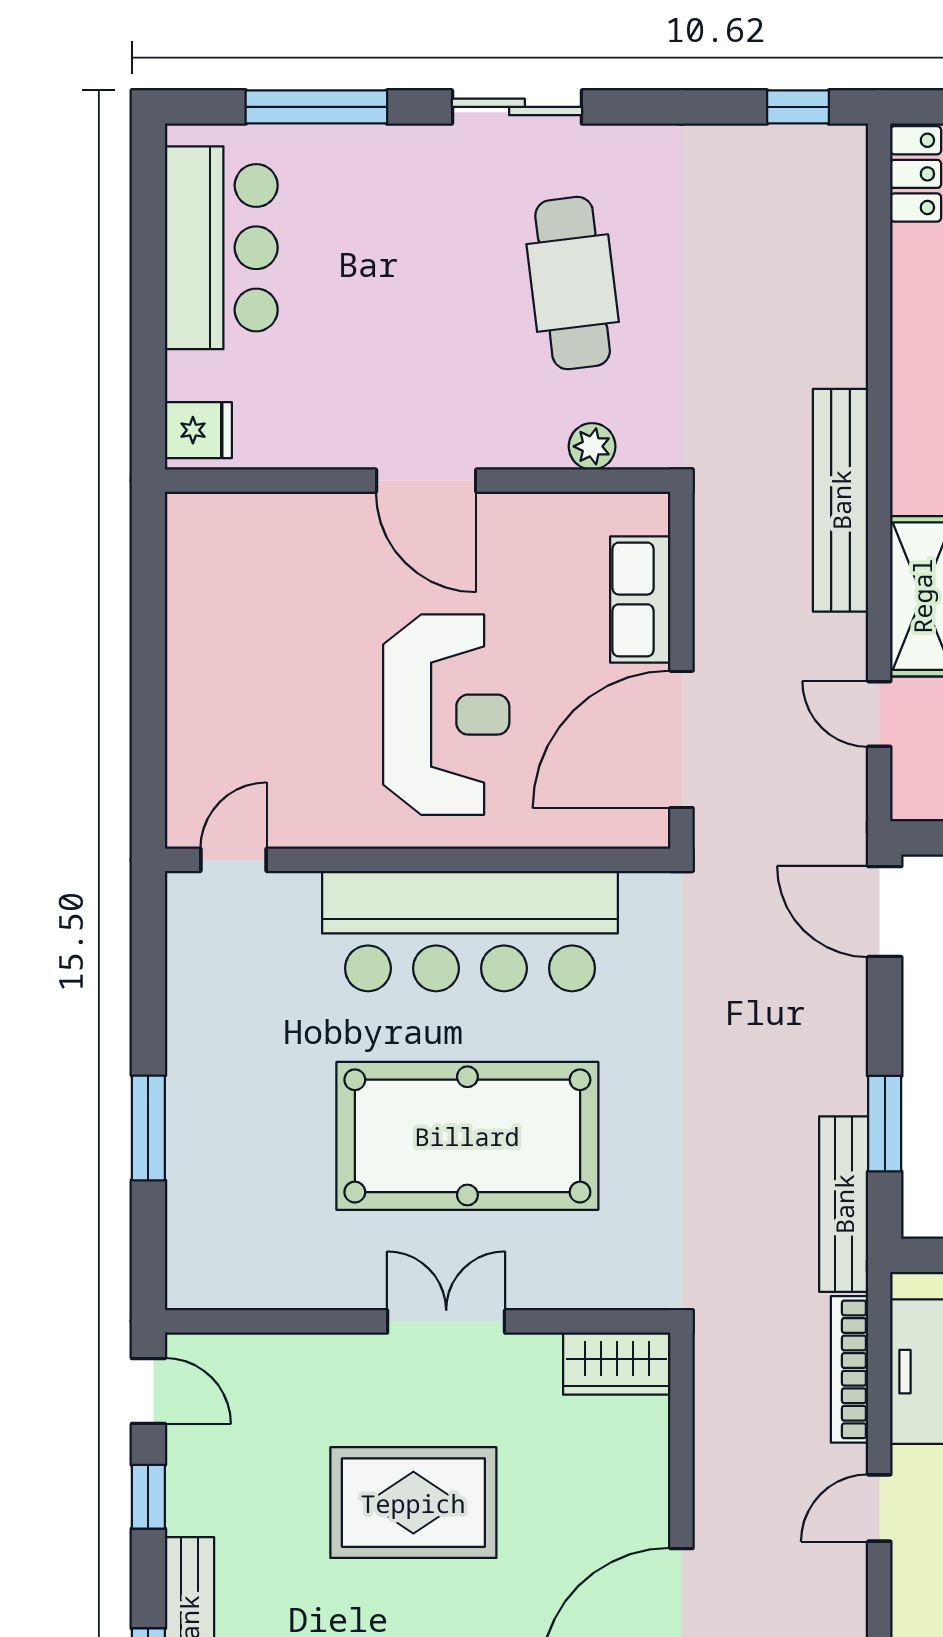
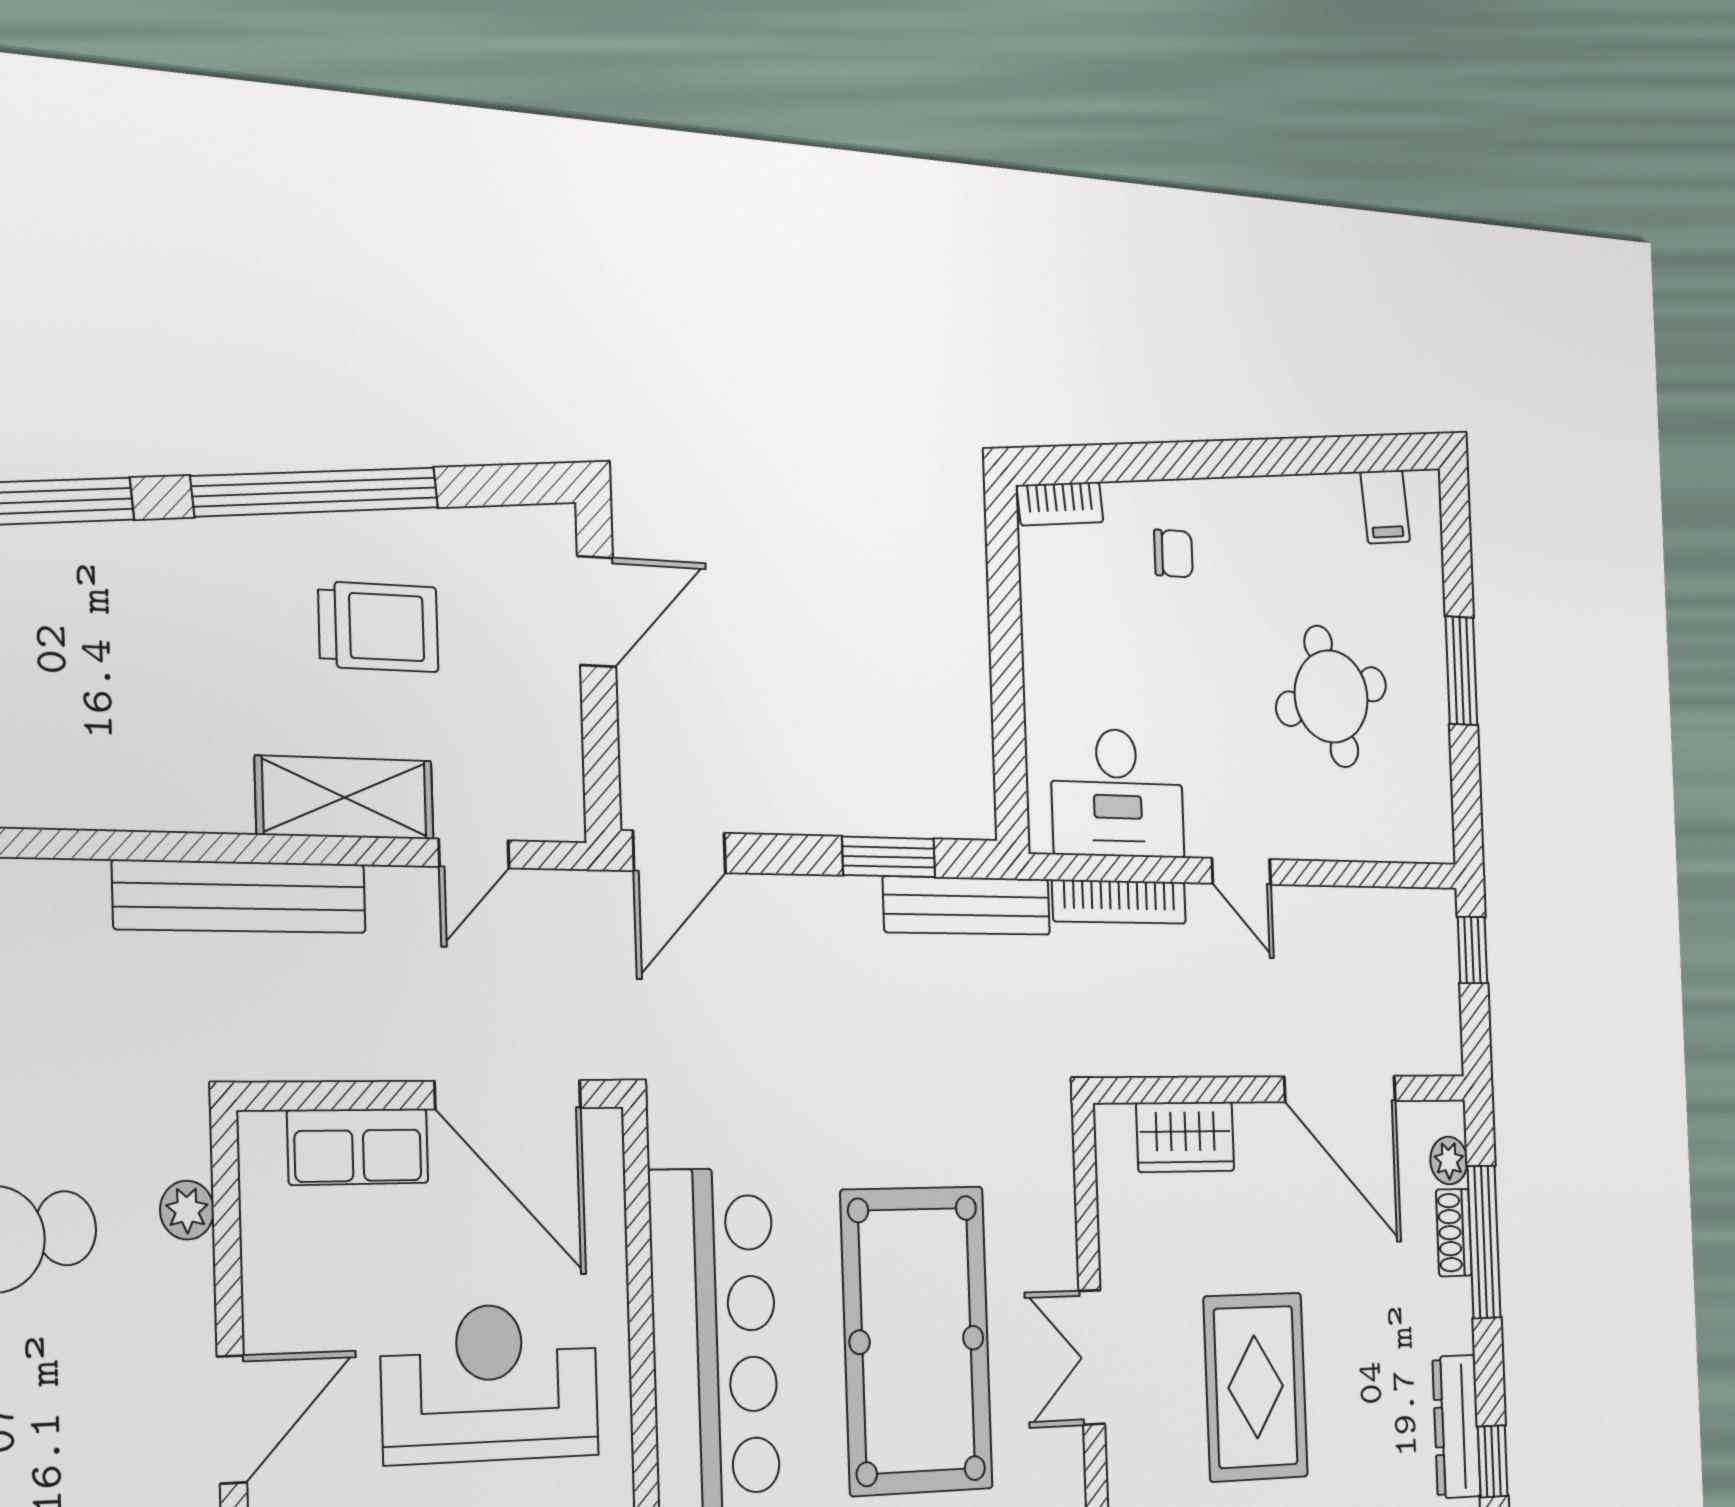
wardrobe: (617, 1364) -> (1185, 1137), moved, turned 90

